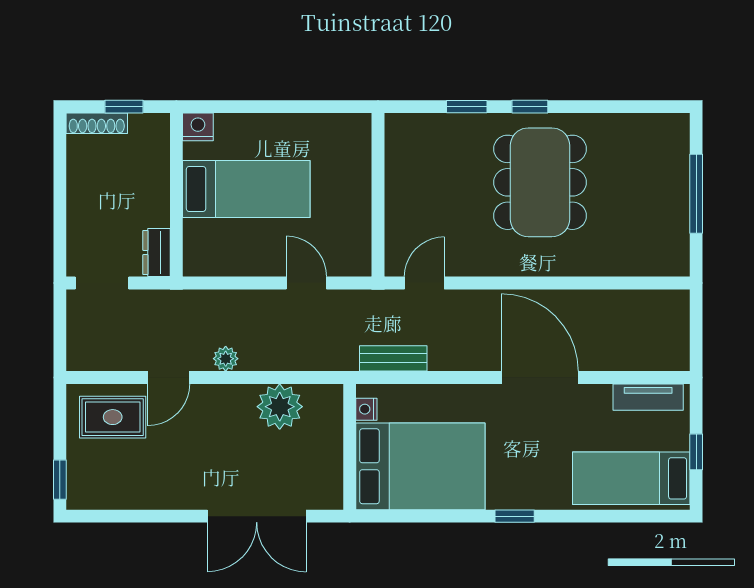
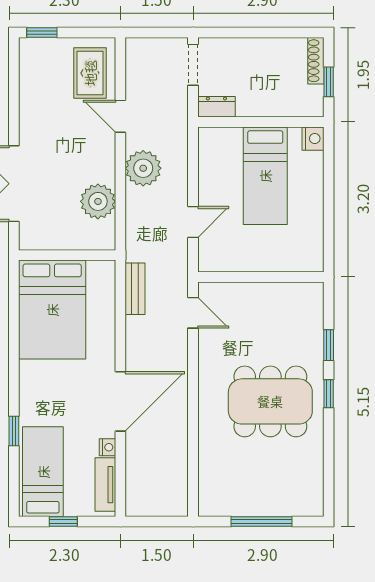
plant: (226, 359) -> (143, 168), width x1.87, depth x1.87
nightstand: (366, 409) -> (107, 447), moved, turned 90
window: (515, 516) -> (14, 431), moved

